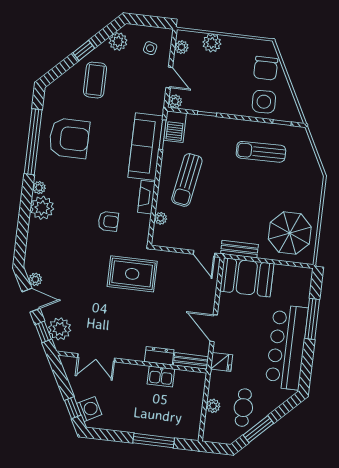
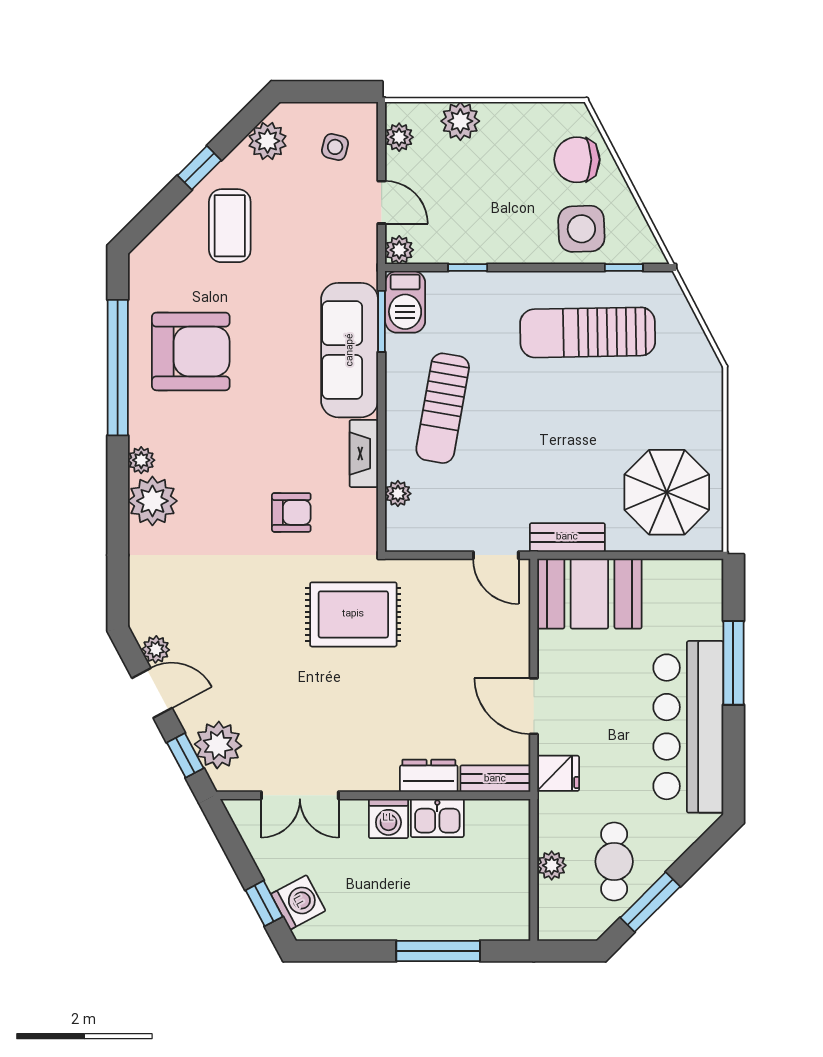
chair: (266, 68) -> (577, 160), turned 90
sun lounger: (261, 152) -> (588, 332), width x1.36, depth x1.34
washing machine: (137, 374) -> (388, 818), added

